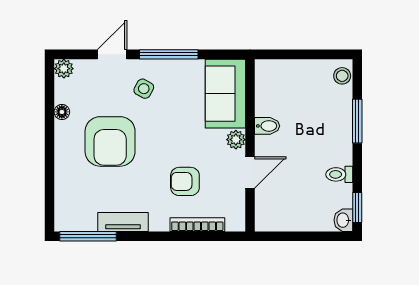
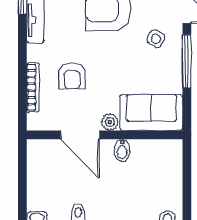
door: (250, 172) -> (80, 135), width x1.38
armchair: (185, 181) -> (72, 76), turned 180

